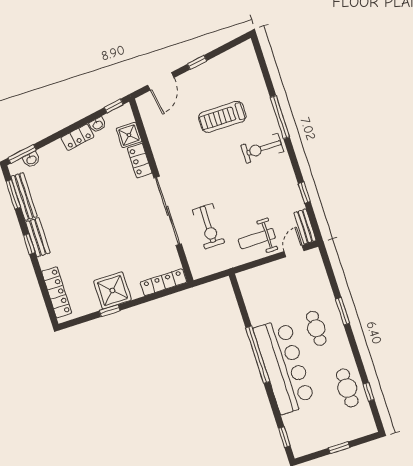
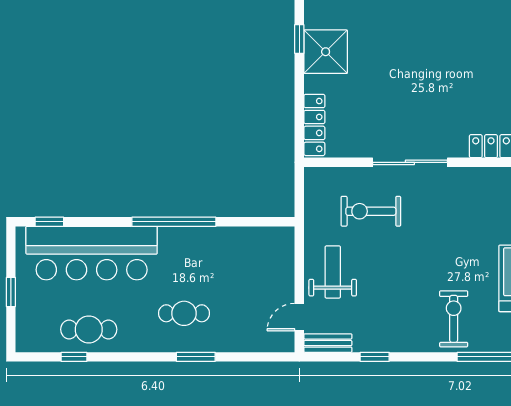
sliding door: (168, 211) -> (410, 162), width x0.73
door: (294, 251) -> (299, 317), swing flipped
bar counter: (284, 366) -> (92, 253), moved

